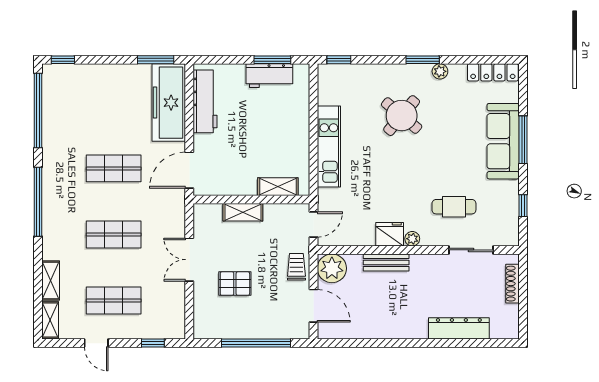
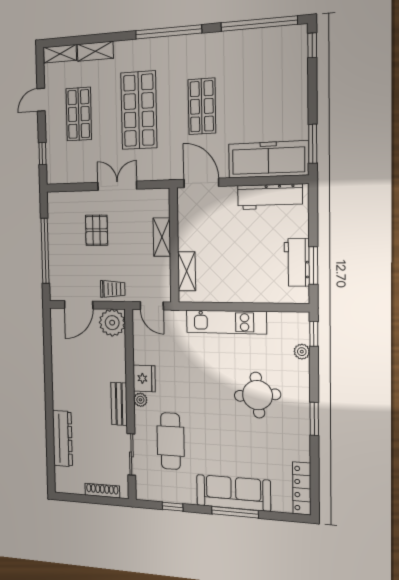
plant: (440, 71) -> (302, 352), moved
round table: (402, 116) -> (257, 395), turned 45
cafe table: (454, 207) -> (171, 441), width x1.37, depth x1.35
shop shelf: (114, 234) -> (139, 110), width x1.43, depth x1.36
bench: (386, 262) -> (119, 404), moved

